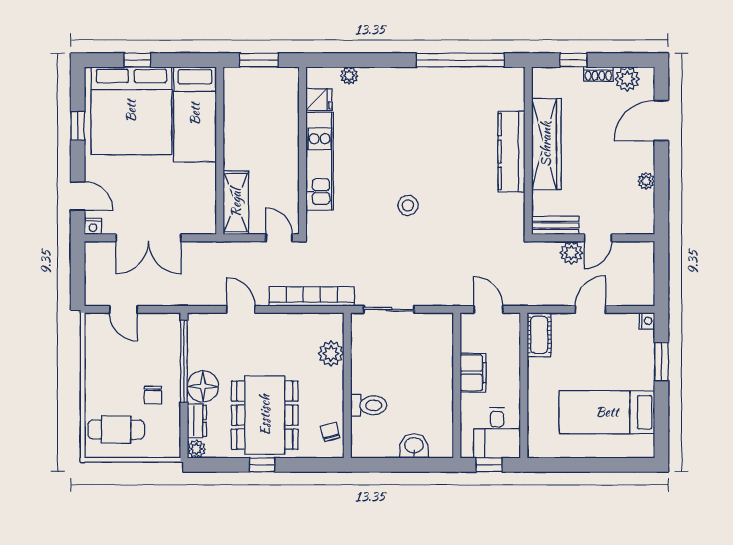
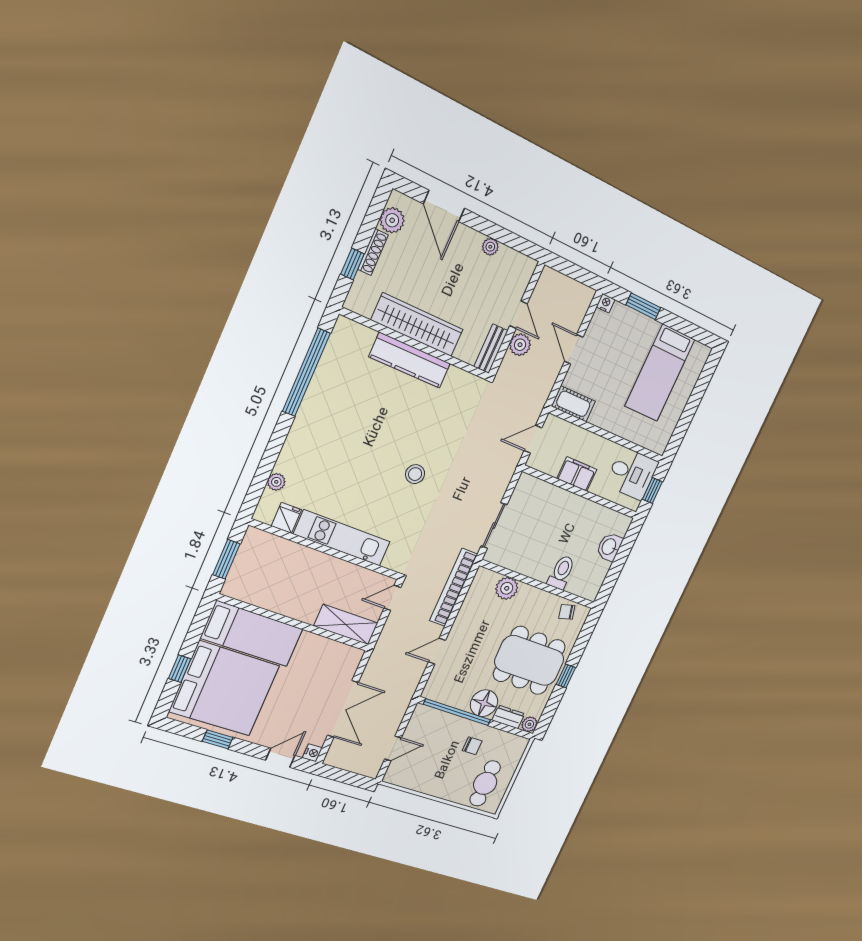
shoe rack: (598, 74) -> (373, 252), width x1.43

